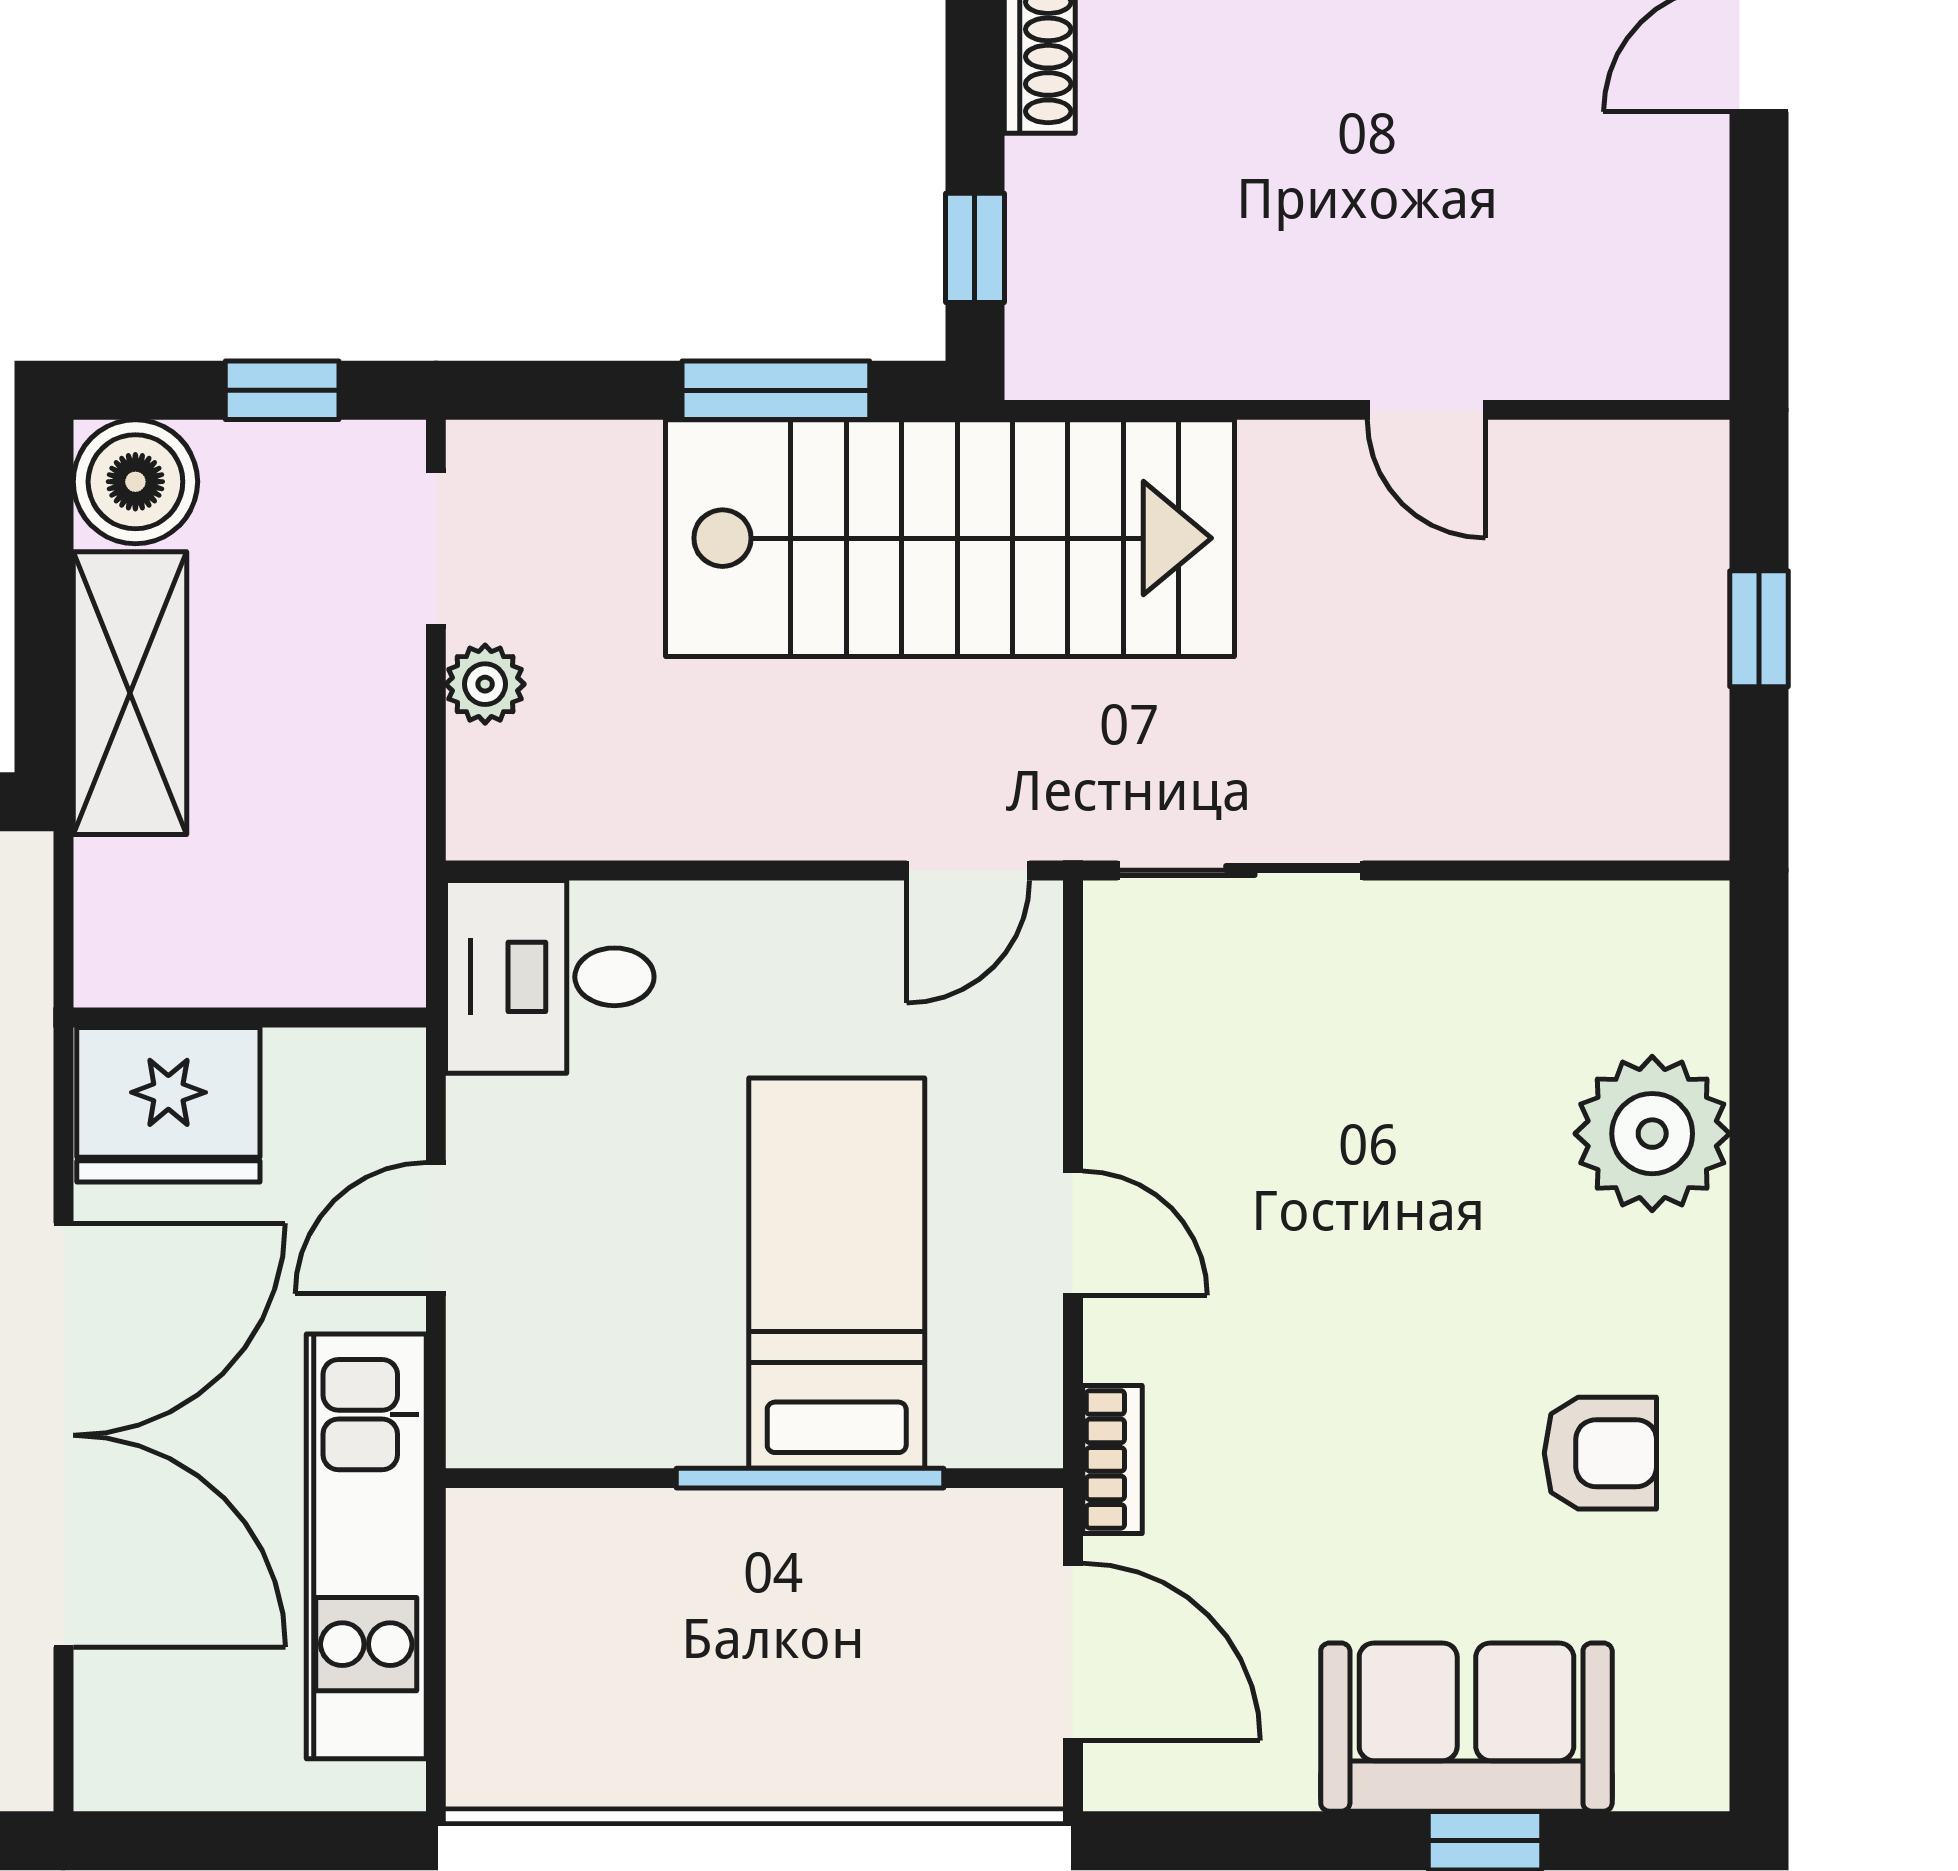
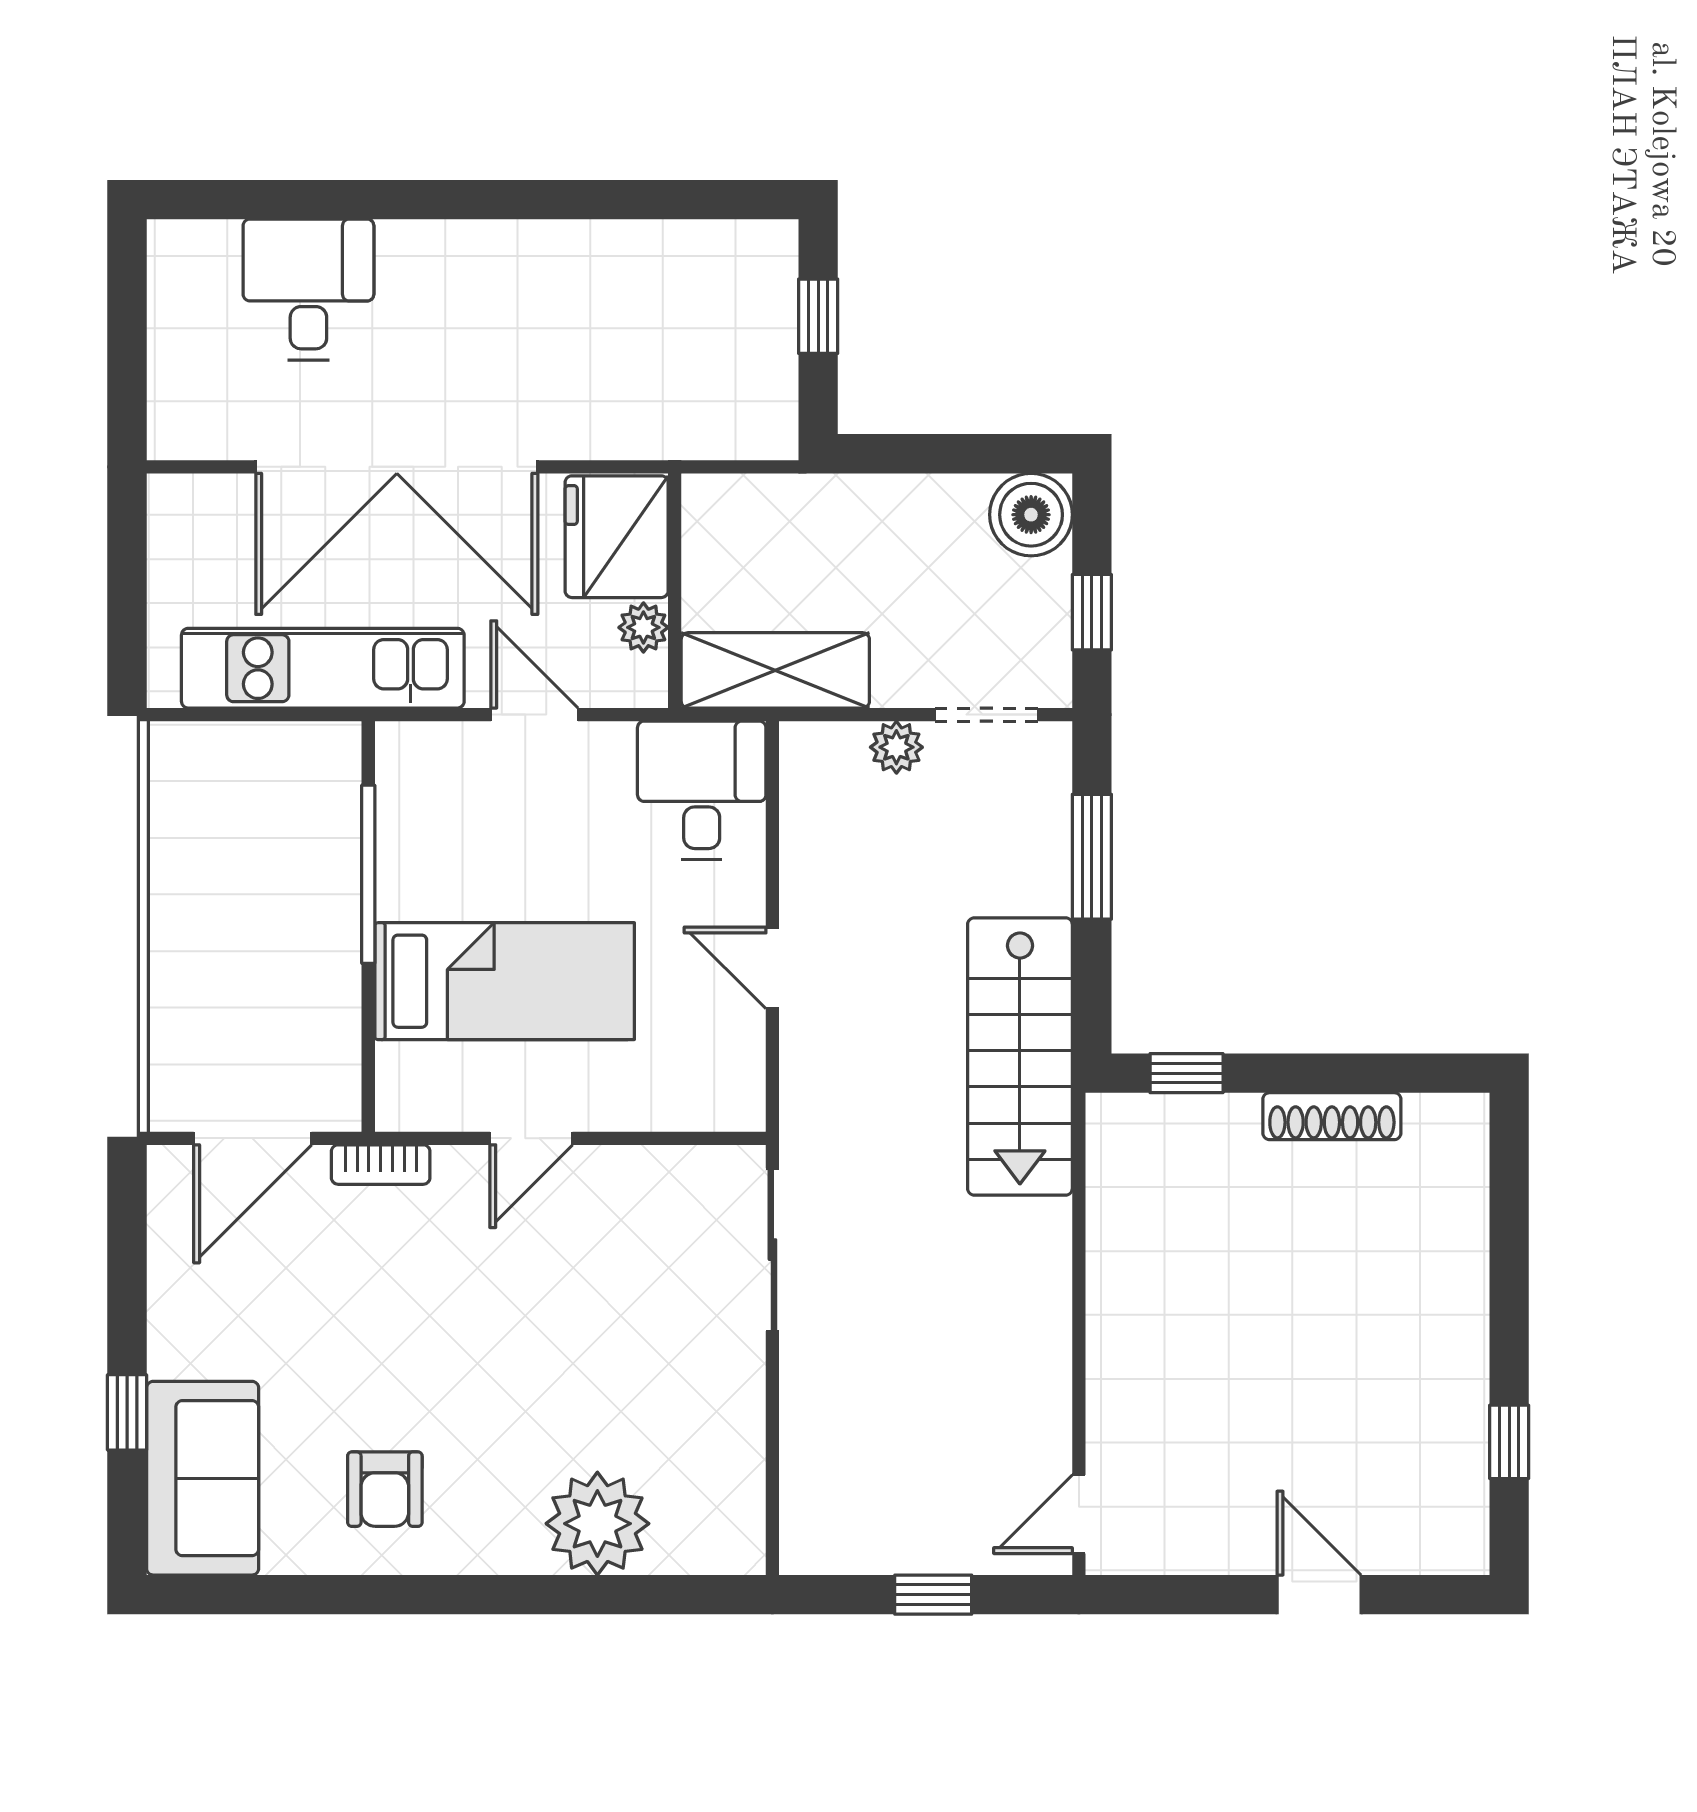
window: (776, 390) -> (1092, 857), moved
door: (1426, 410) -> (1079, 1514), moved
stairs: (950, 538) -> (1020, 1056), width x0.73, depth x0.66
shelving: (130, 693) -> (775, 670), moved
door: (968, 870) -> (772, 968), moved
plant: (305, 1064) -> (643, 627), added
window: (810, 1478) -> (368, 874), moved
sofa: (1466, 1727) -> (203, 1478), moved

